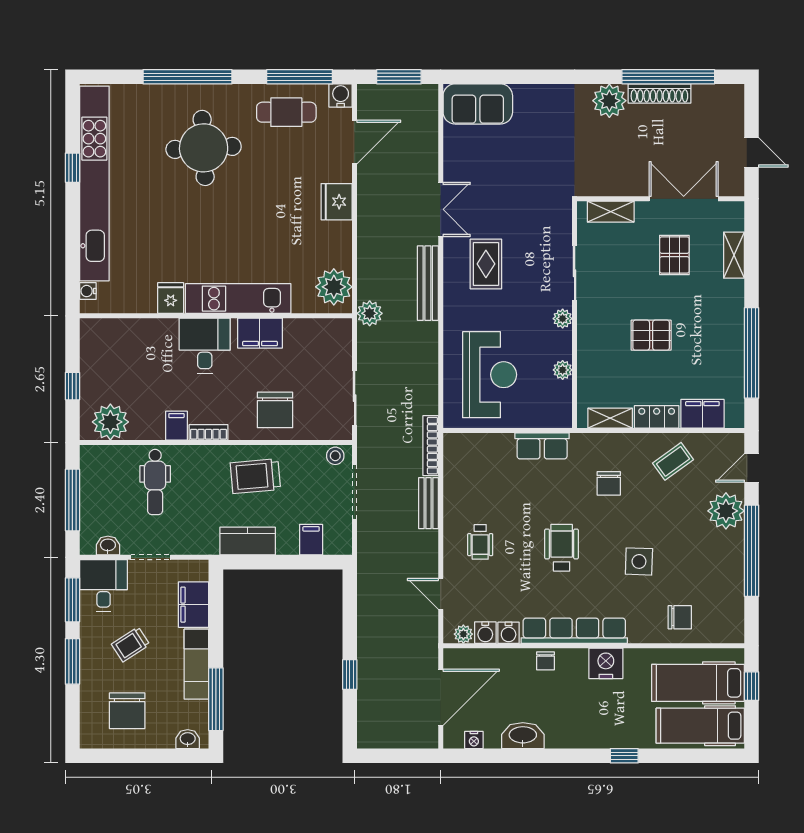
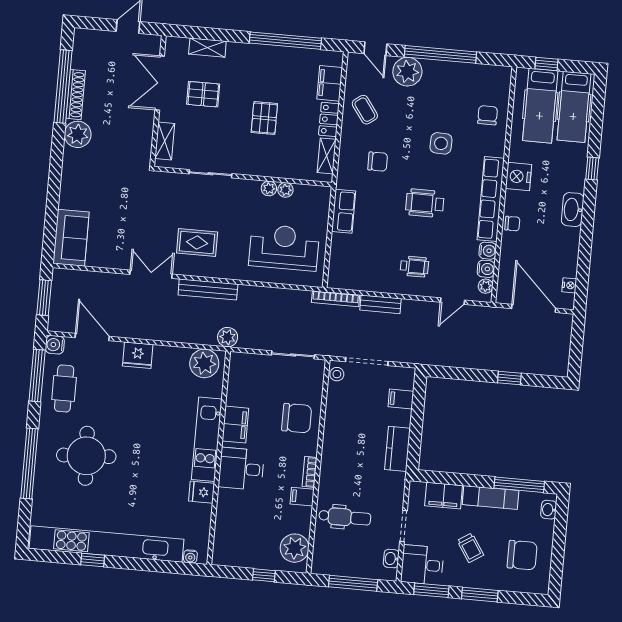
plant: (563, 319) -> (269, 188), moved
trolley: (255, 476) -> (347, 438), removed
washbasin: (523, 736) -> (573, 210), moved

